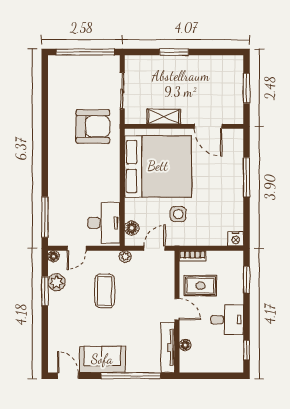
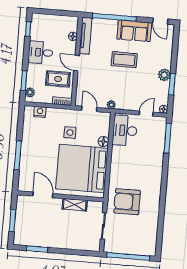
window: (174, 52) -> (37, 249), moved
floor lamp: (132, 228) -> (103, 142), moved
nightstand: (236, 239) -> (40, 112), moved
door: (155, 248) -> (89, 109), swing flipped
plant: (237, 264) -> (30, 92), added
plant: (57, 282) -> (164, 75), moved
coffee table: (105, 291) -> (124, 60), moved, turned 90

